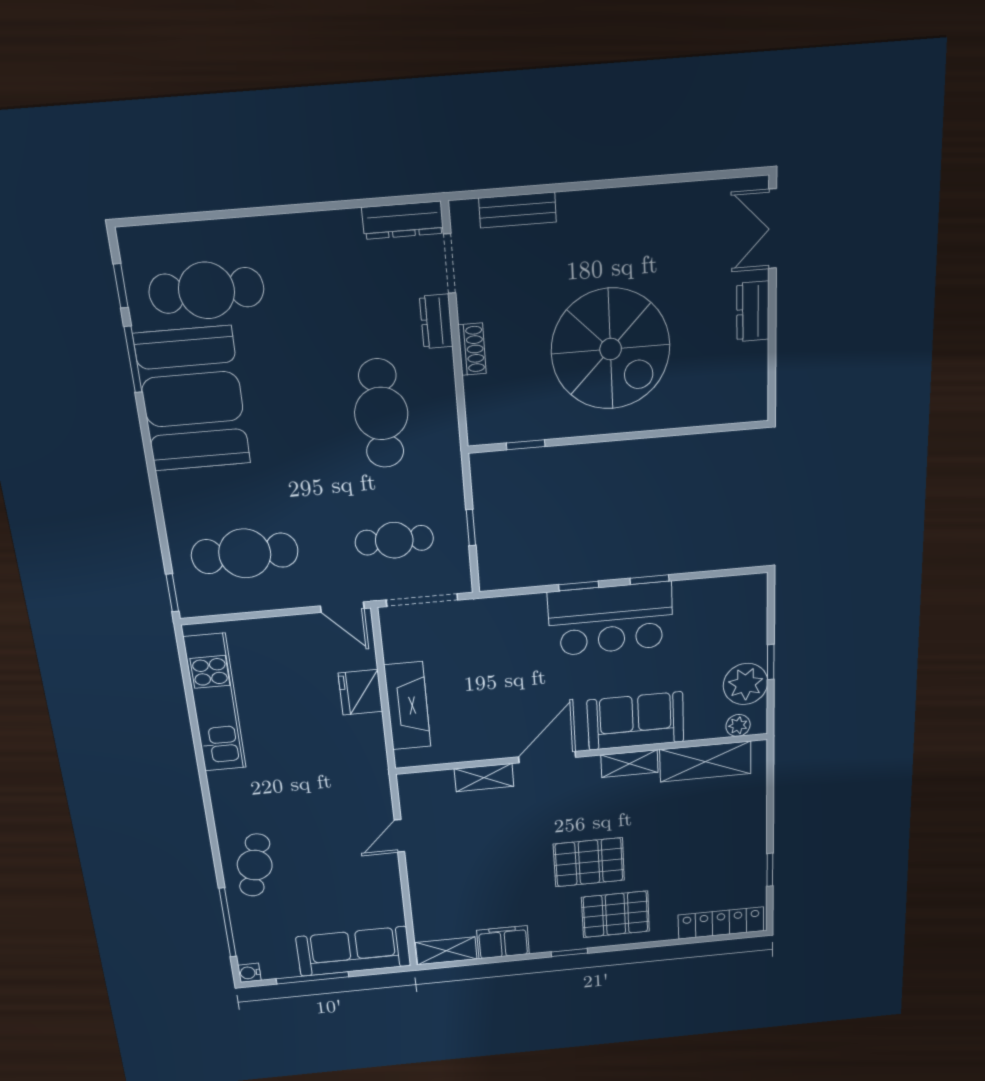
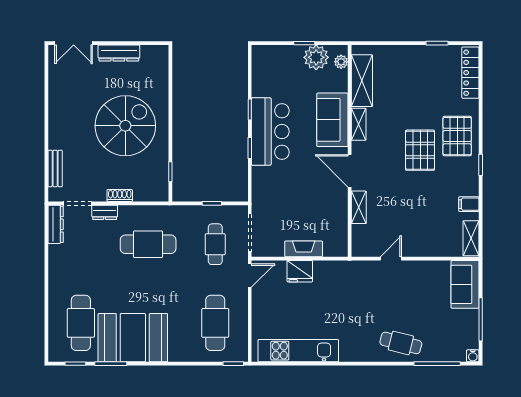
dresser: (753, 311) -> (119, 53), width x1.44
fireplace: (407, 706) -> (304, 249), width x0.73, depth x0.76
door: (399, 836) -> (391, 259), swing flipped
filing cabinet: (503, 942) -> (469, 204), width x0.50
sofa: (354, 951) -> (465, 284), width x0.73

